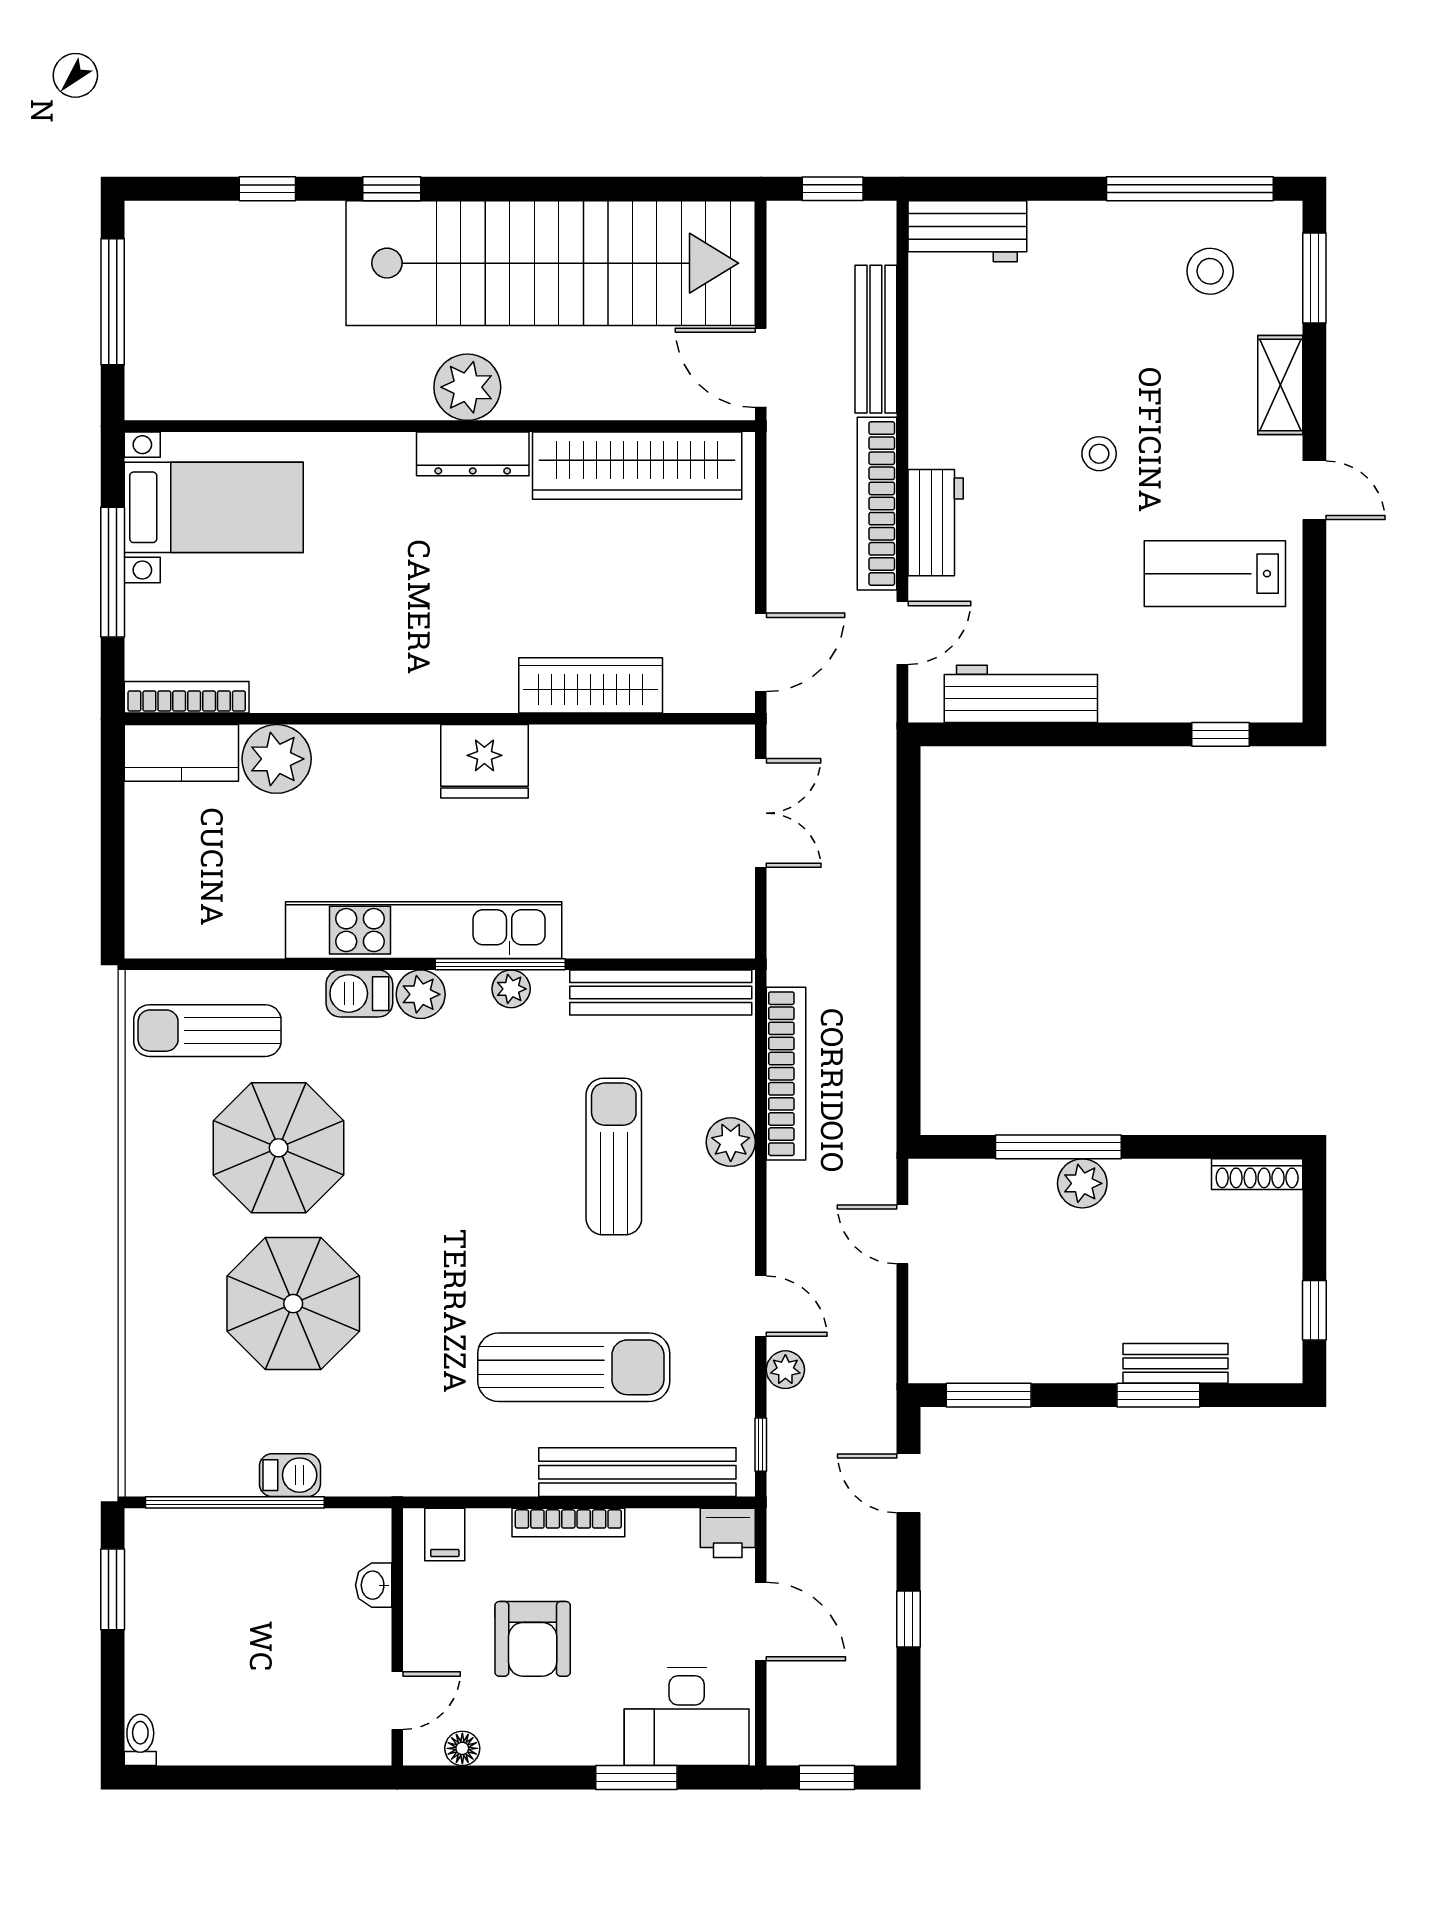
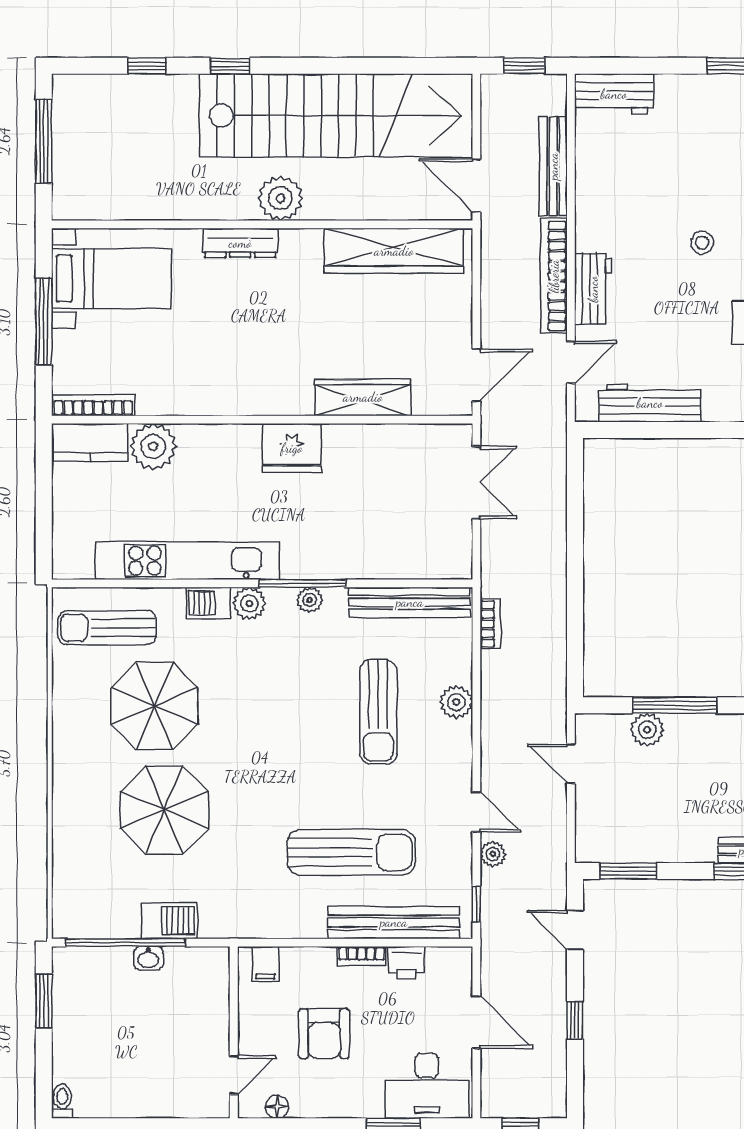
dresser: (473, 454) -> (240, 243), moved
kitchen unit: (424, 930) -> (187, 561), moved
bookcase: (786, 1074) -> (490, 624), width x0.43, depth x0.76
sun lounger: (614, 1157) -> (378, 712), turned 180
plant: (1082, 1183) -> (647, 730), moved
barbecue: (290, 1475) -> (170, 921), width x1.38, depth x1.27
bookcase: (568, 1522) -> (361, 956), width x0.64
printer: (728, 1533) -> (406, 963), moved
washbasin: (374, 1585) -> (148, 958), moved, turned -90

